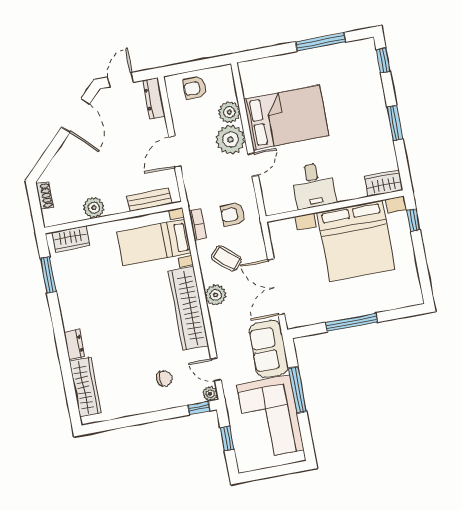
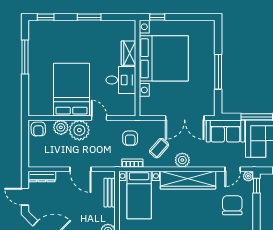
armchair: (195, 88) -> (38, 129), moved
wardrobe: (384, 183) -> (129, 53), moved
chair: (164, 379) -> (232, 205), width x1.87, depth x1.87

